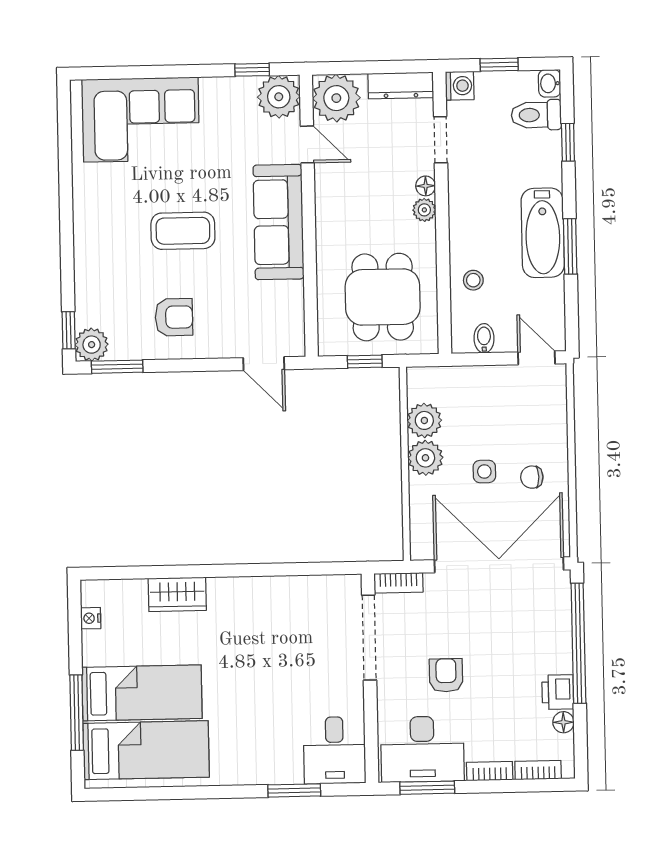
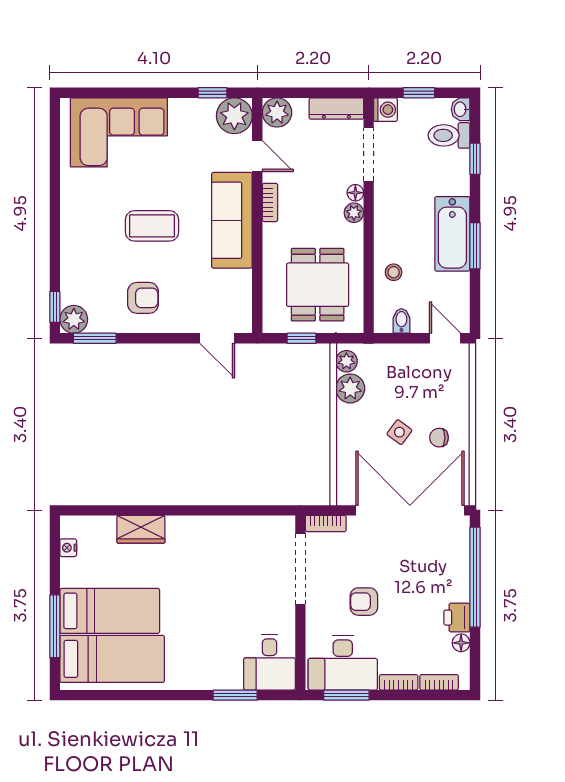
plant: (336, 98) -> (277, 113), width x0.73, depth x0.73
doorway: (441, 140) -> (369, 155), width x1.38
bookcase: (324, 200) -> (270, 202), added
plant: (425, 458) -> (346, 361), moved, width x0.73, depth x0.73
side table: (484, 472) -> (399, 432), turned 36
armchair: (446, 675) -> (364, 602), turned -90

